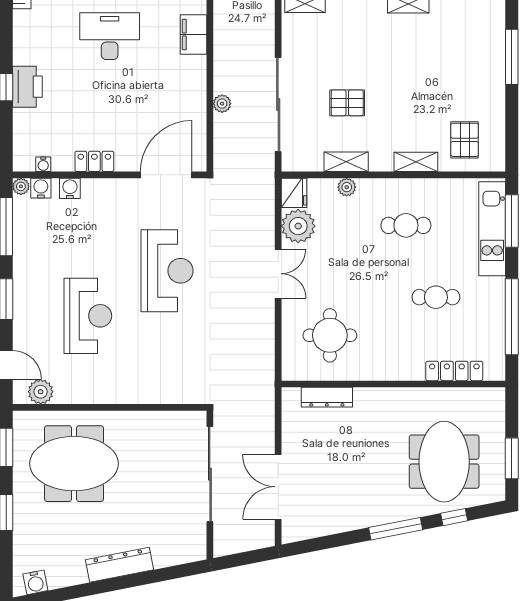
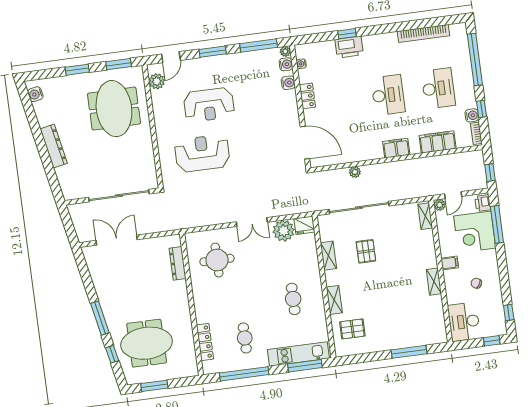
plant: (347, 187) -> (312, 258), removed
reception desk: (167, 271) -> (202, 153), moved, turned 180
cafe table: (436, 297) -> (245, 338), moved

